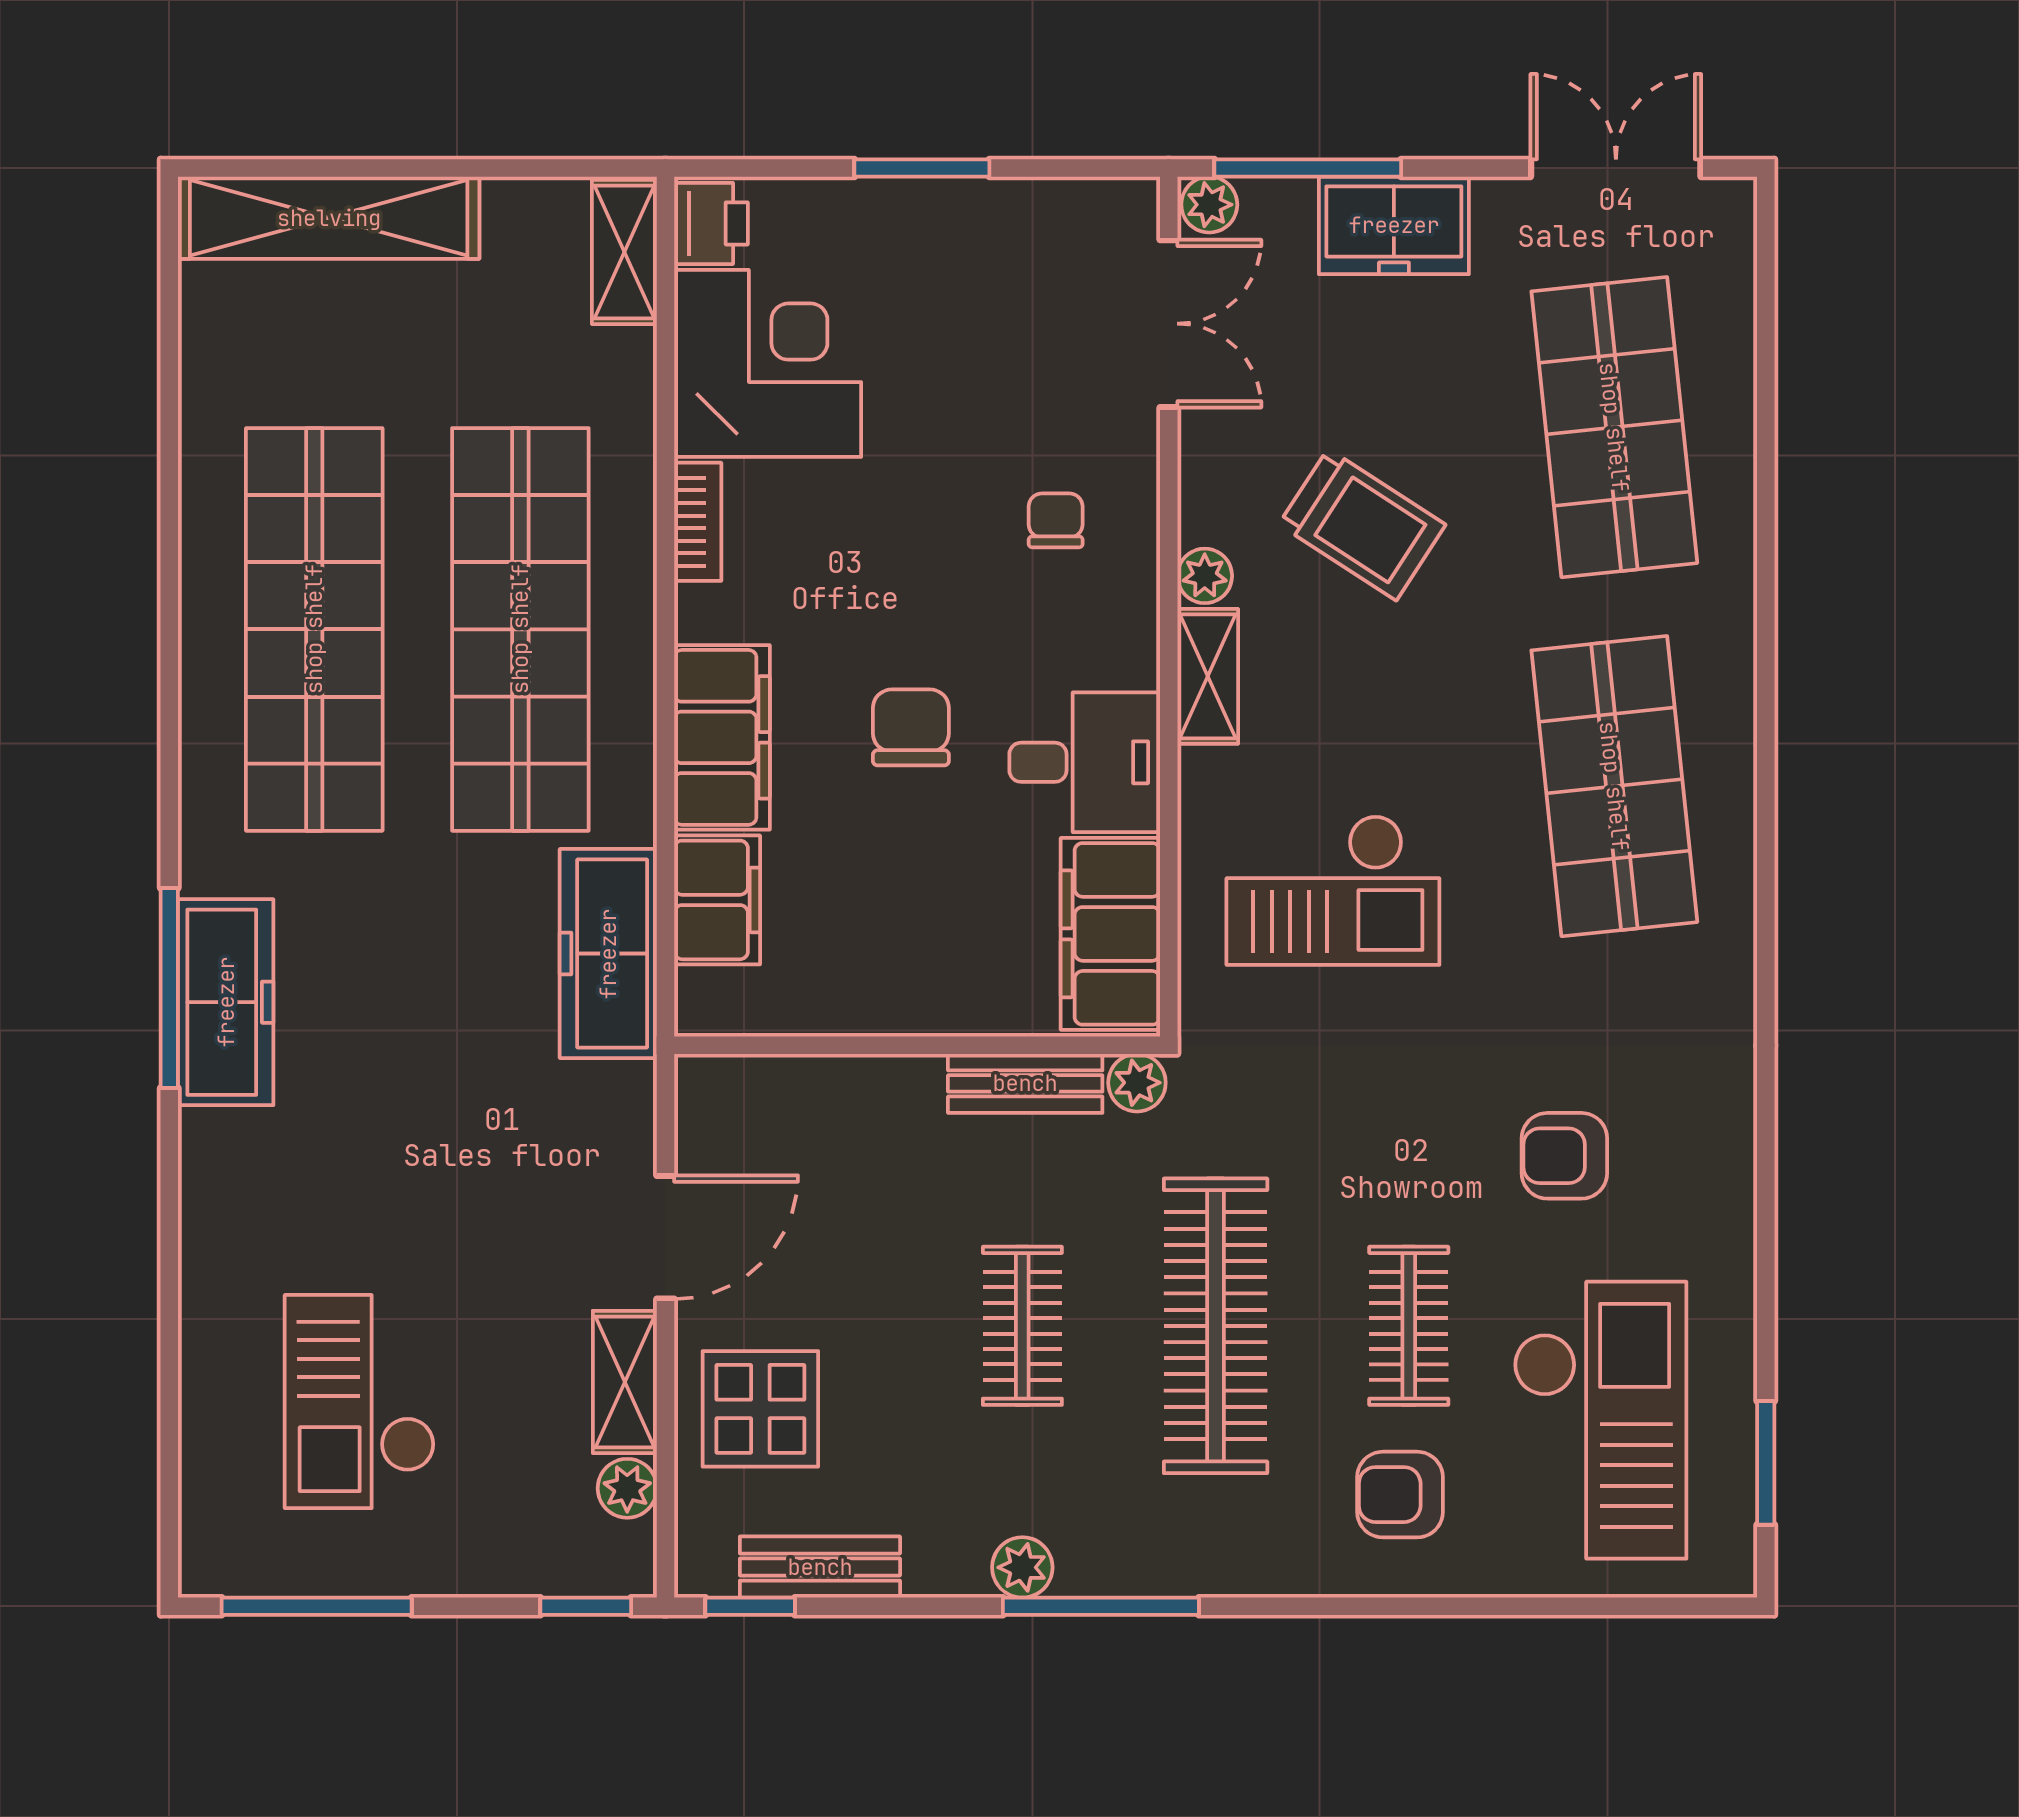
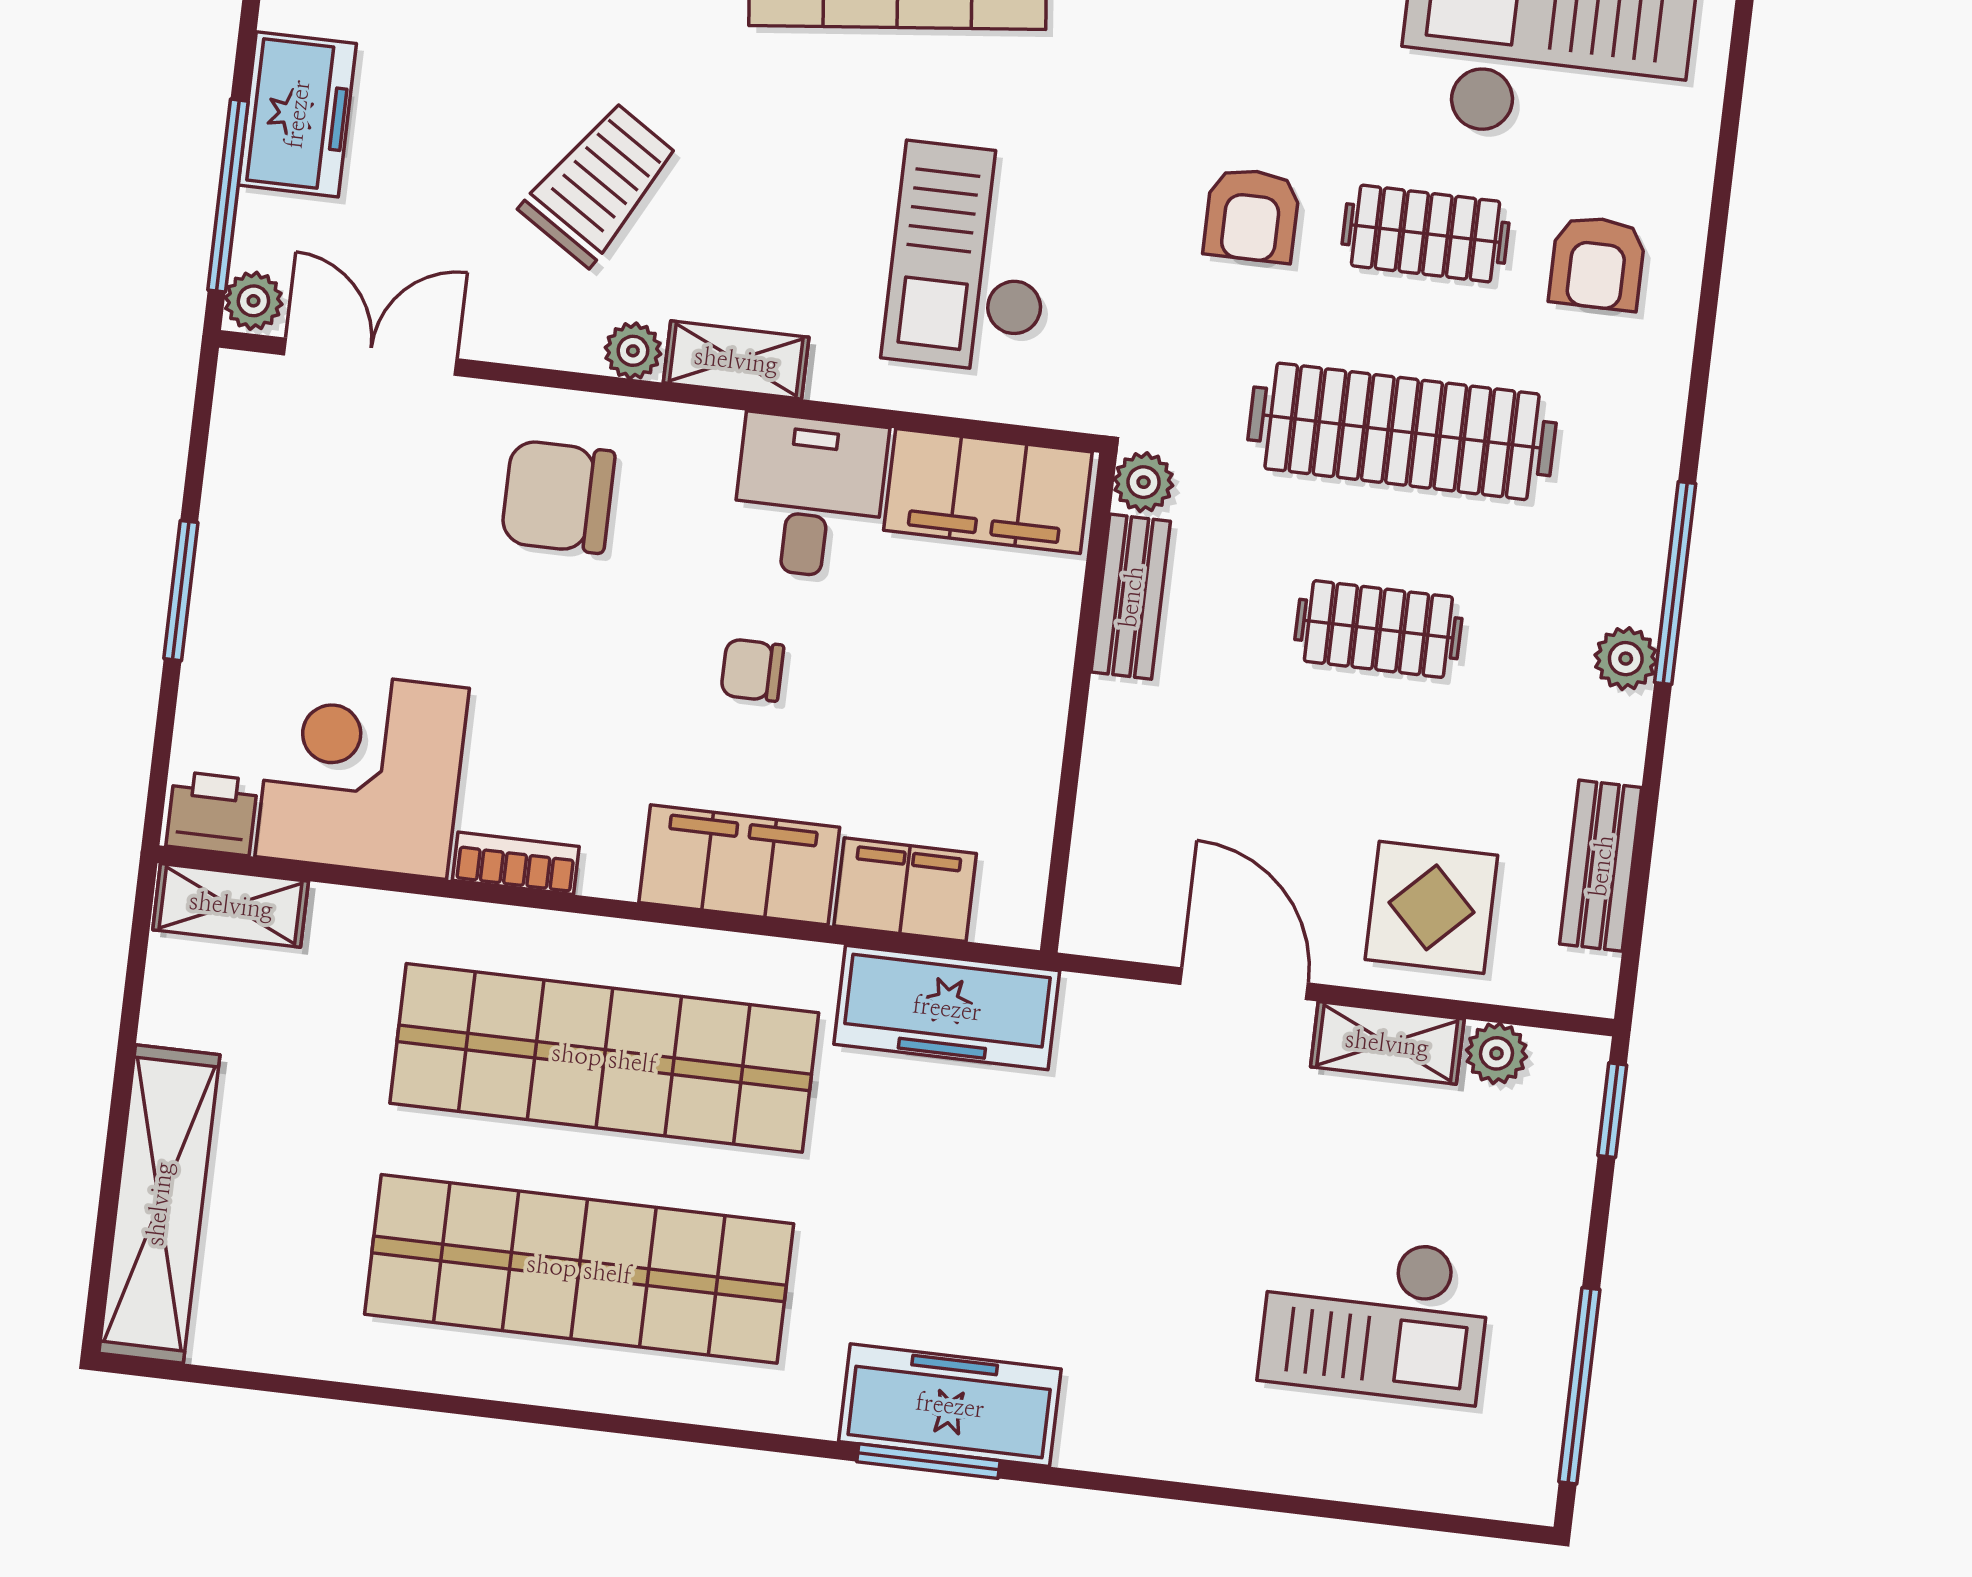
chair: (1056, 520) -> (558, 497), width x1.87, depth x1.87
chair: (911, 727) -> (752, 670), width x0.73, depth x0.73
checkout: (1333, 890) -> (970, 258), turned 180
window: (169, 988) -> (928, 1461), width x0.69
armchair: (1564, 1156) -> (1252, 215), moved
window: (750, 1606) -> (1632, 942), removed

